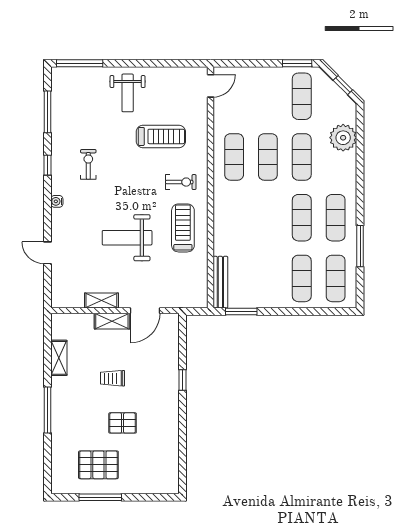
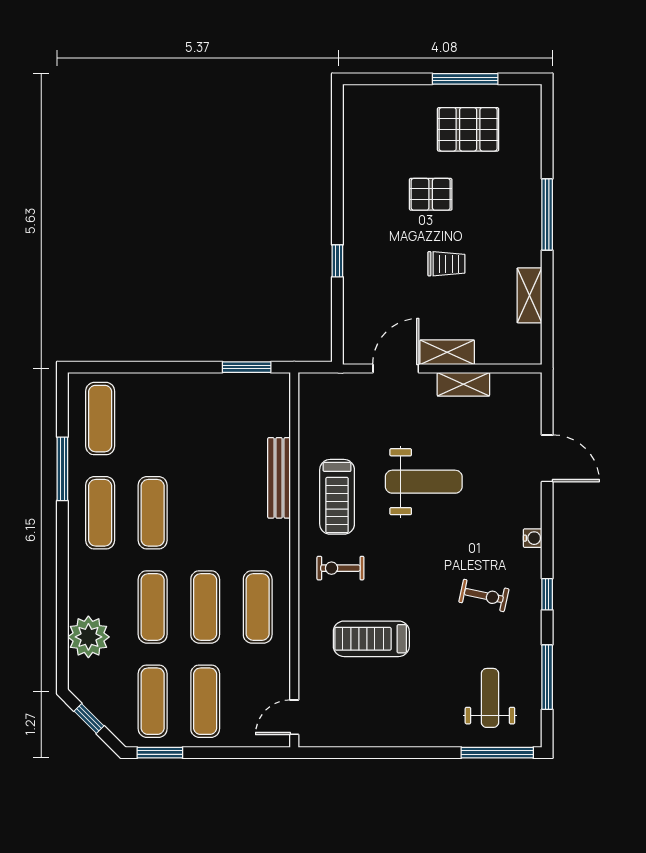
weight bench: (128, 93) -> (490, 698), moved
exercise bike: (88, 164) -> (484, 595), turned -78
door: (47, 253) -> (547, 458), width x1.38
exercise mat: (302, 278) -> (205, 701), moved
bench: (220, 282) -> (279, 478), moved

